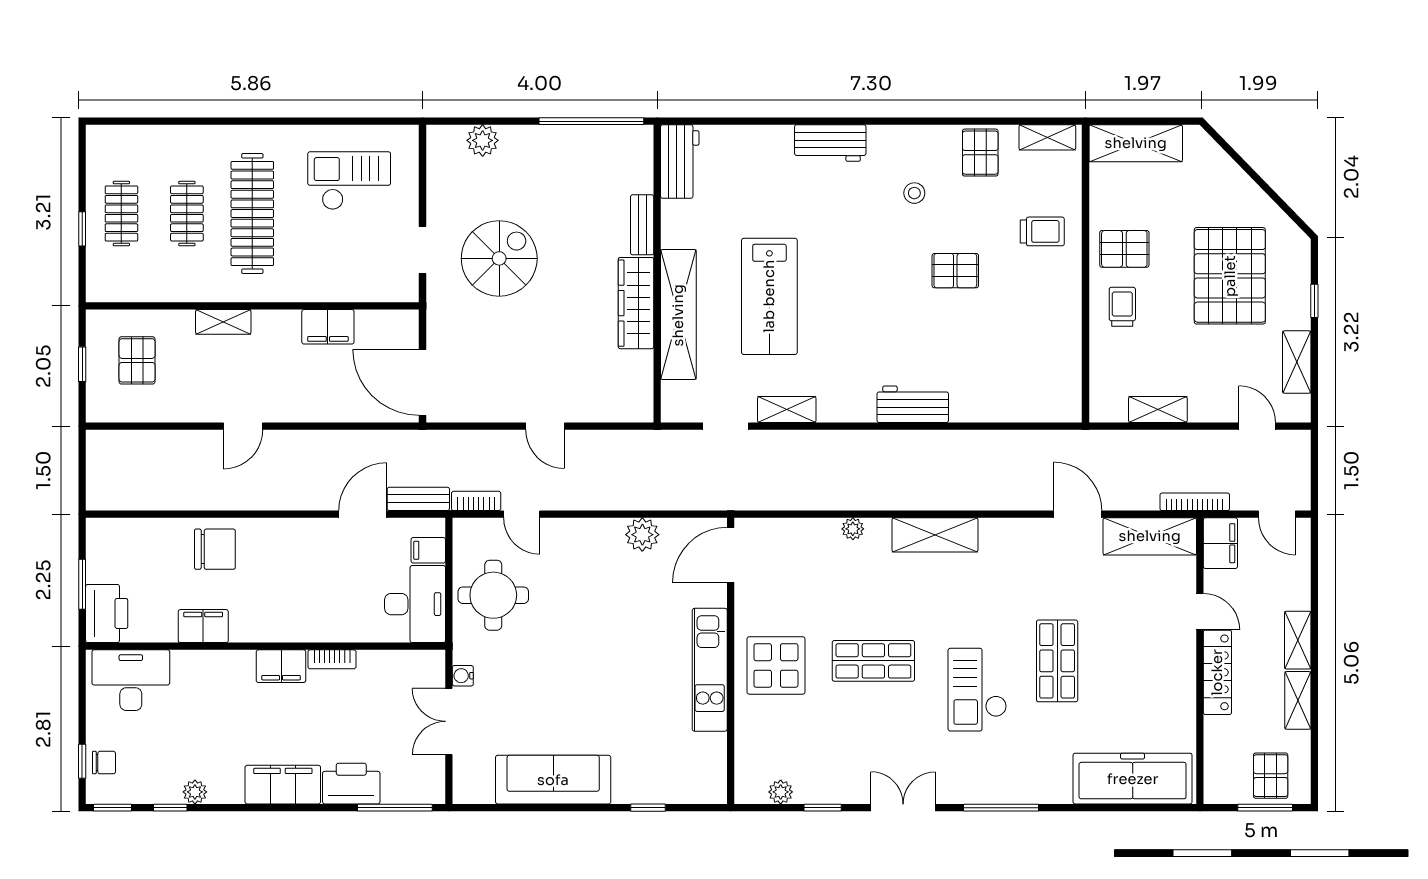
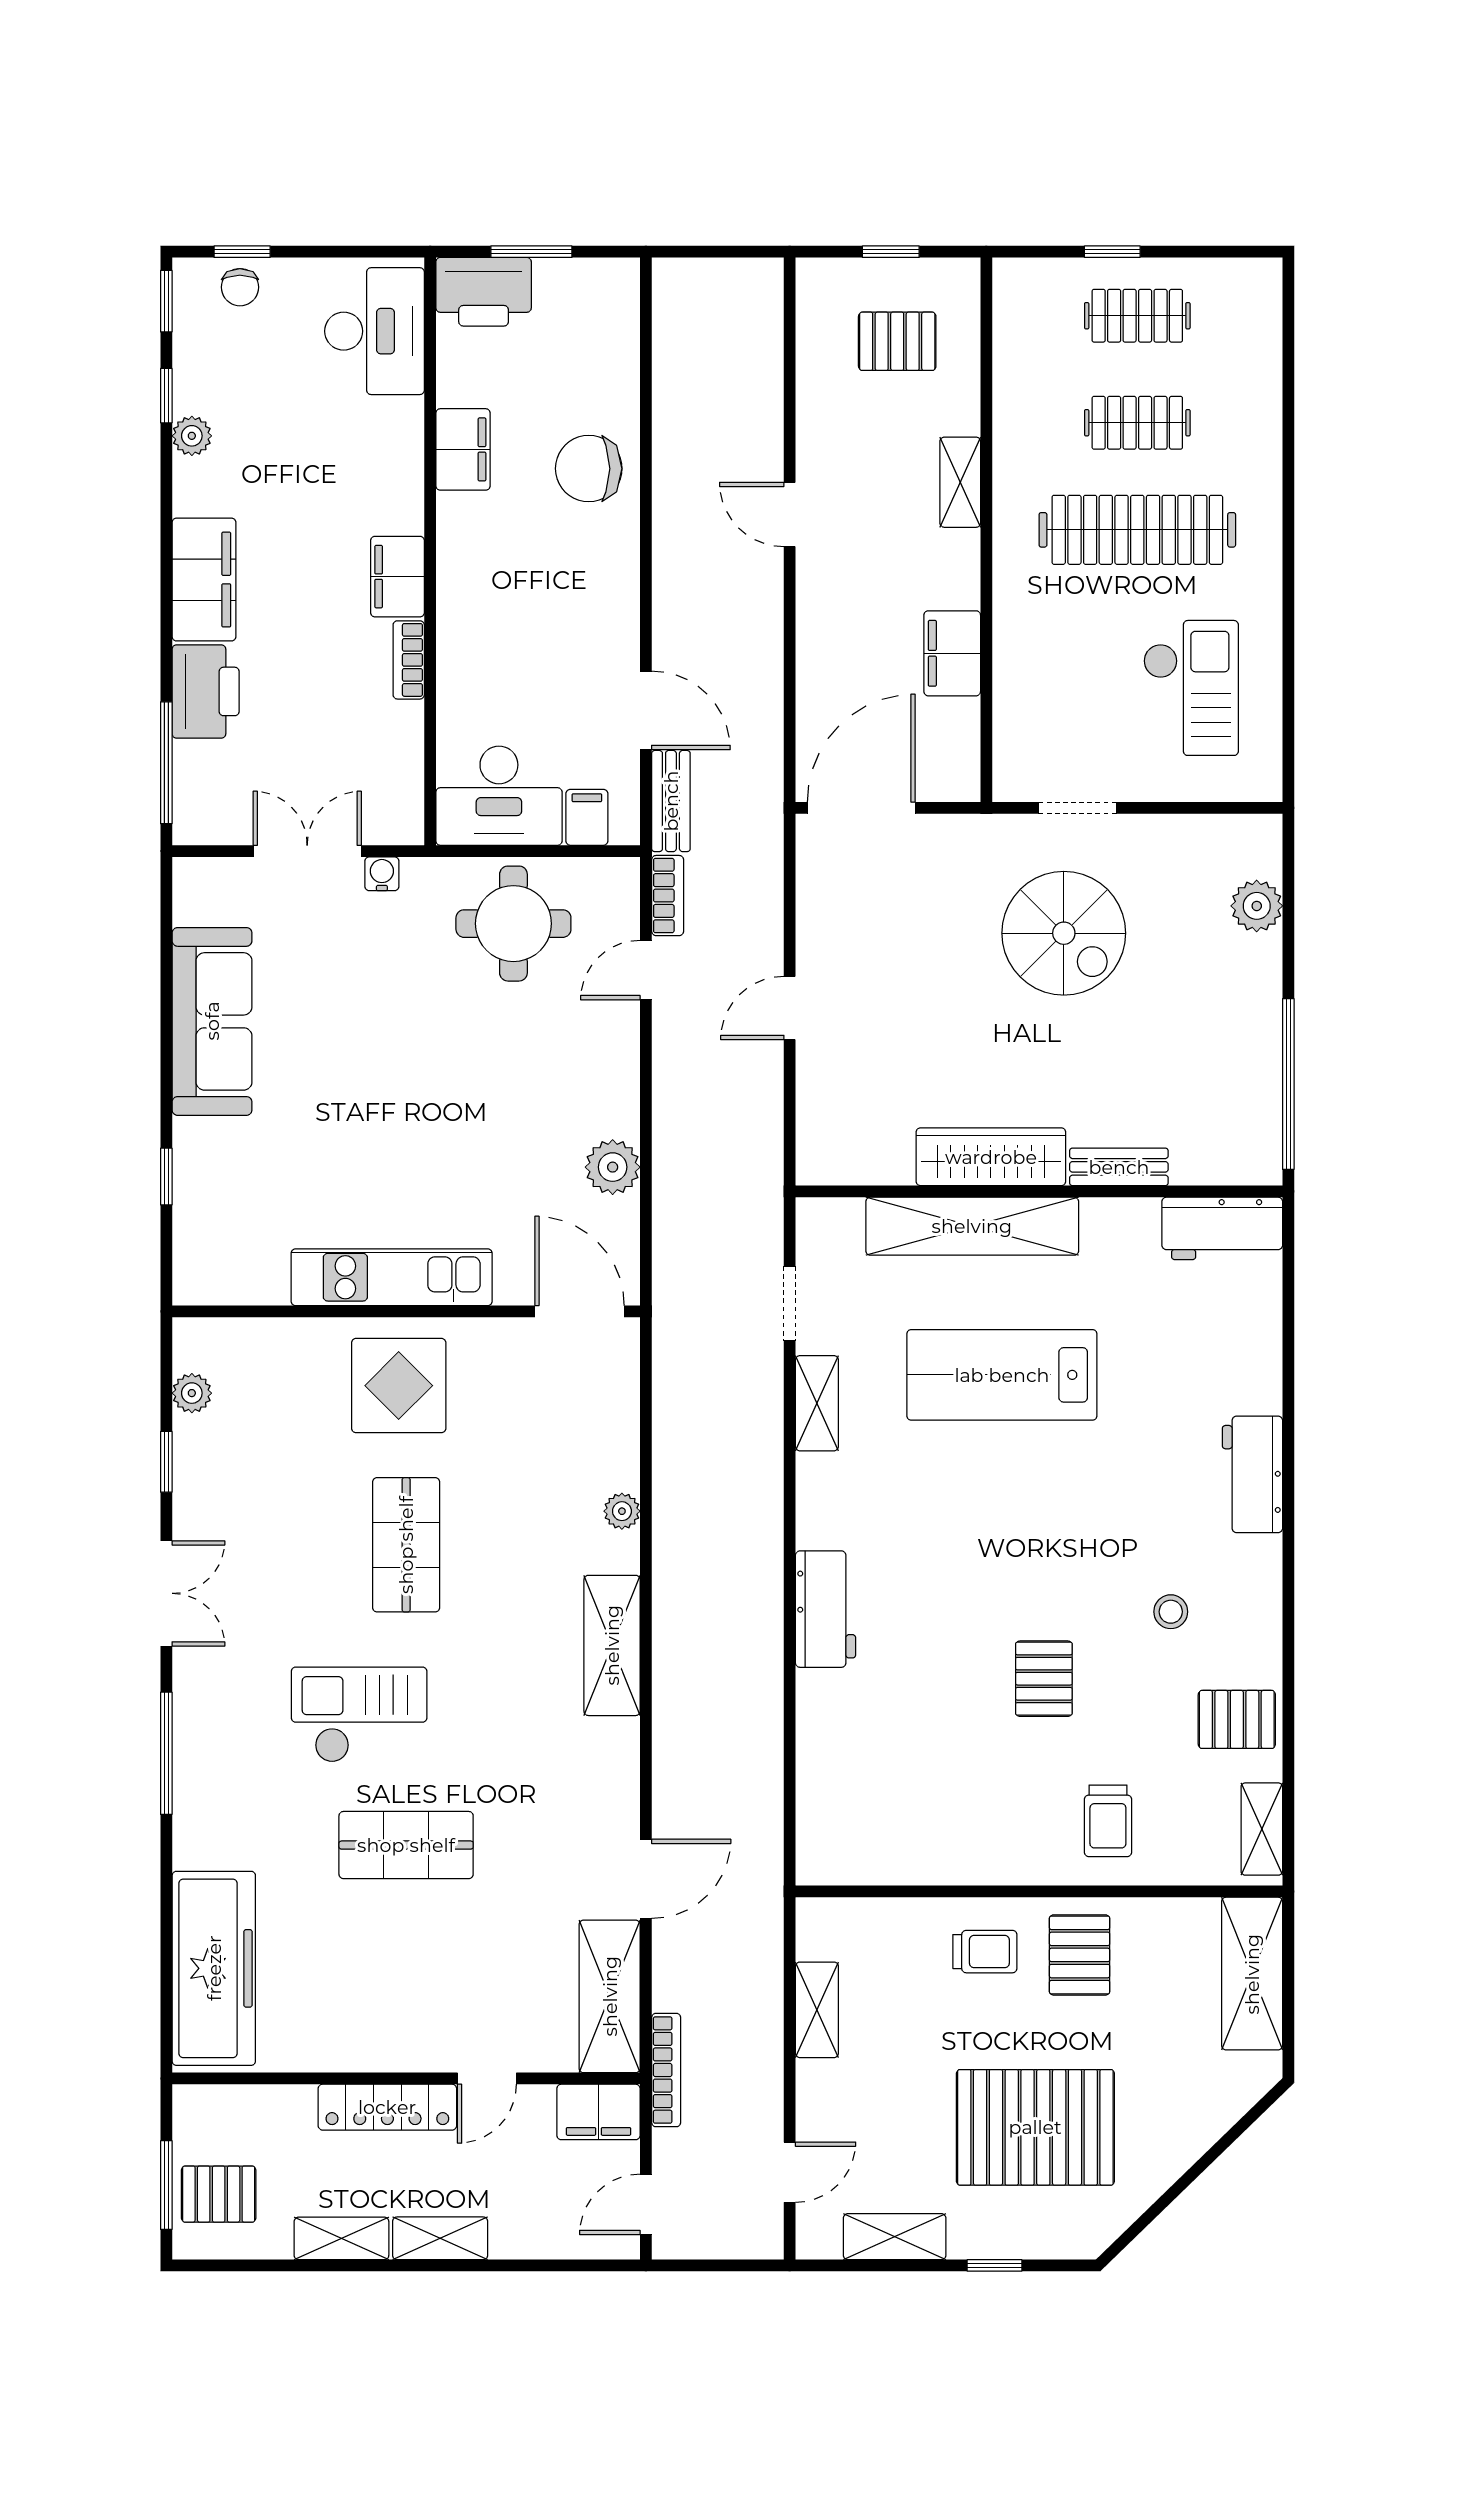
chair: (215, 549) -> (589, 469), turned 90

